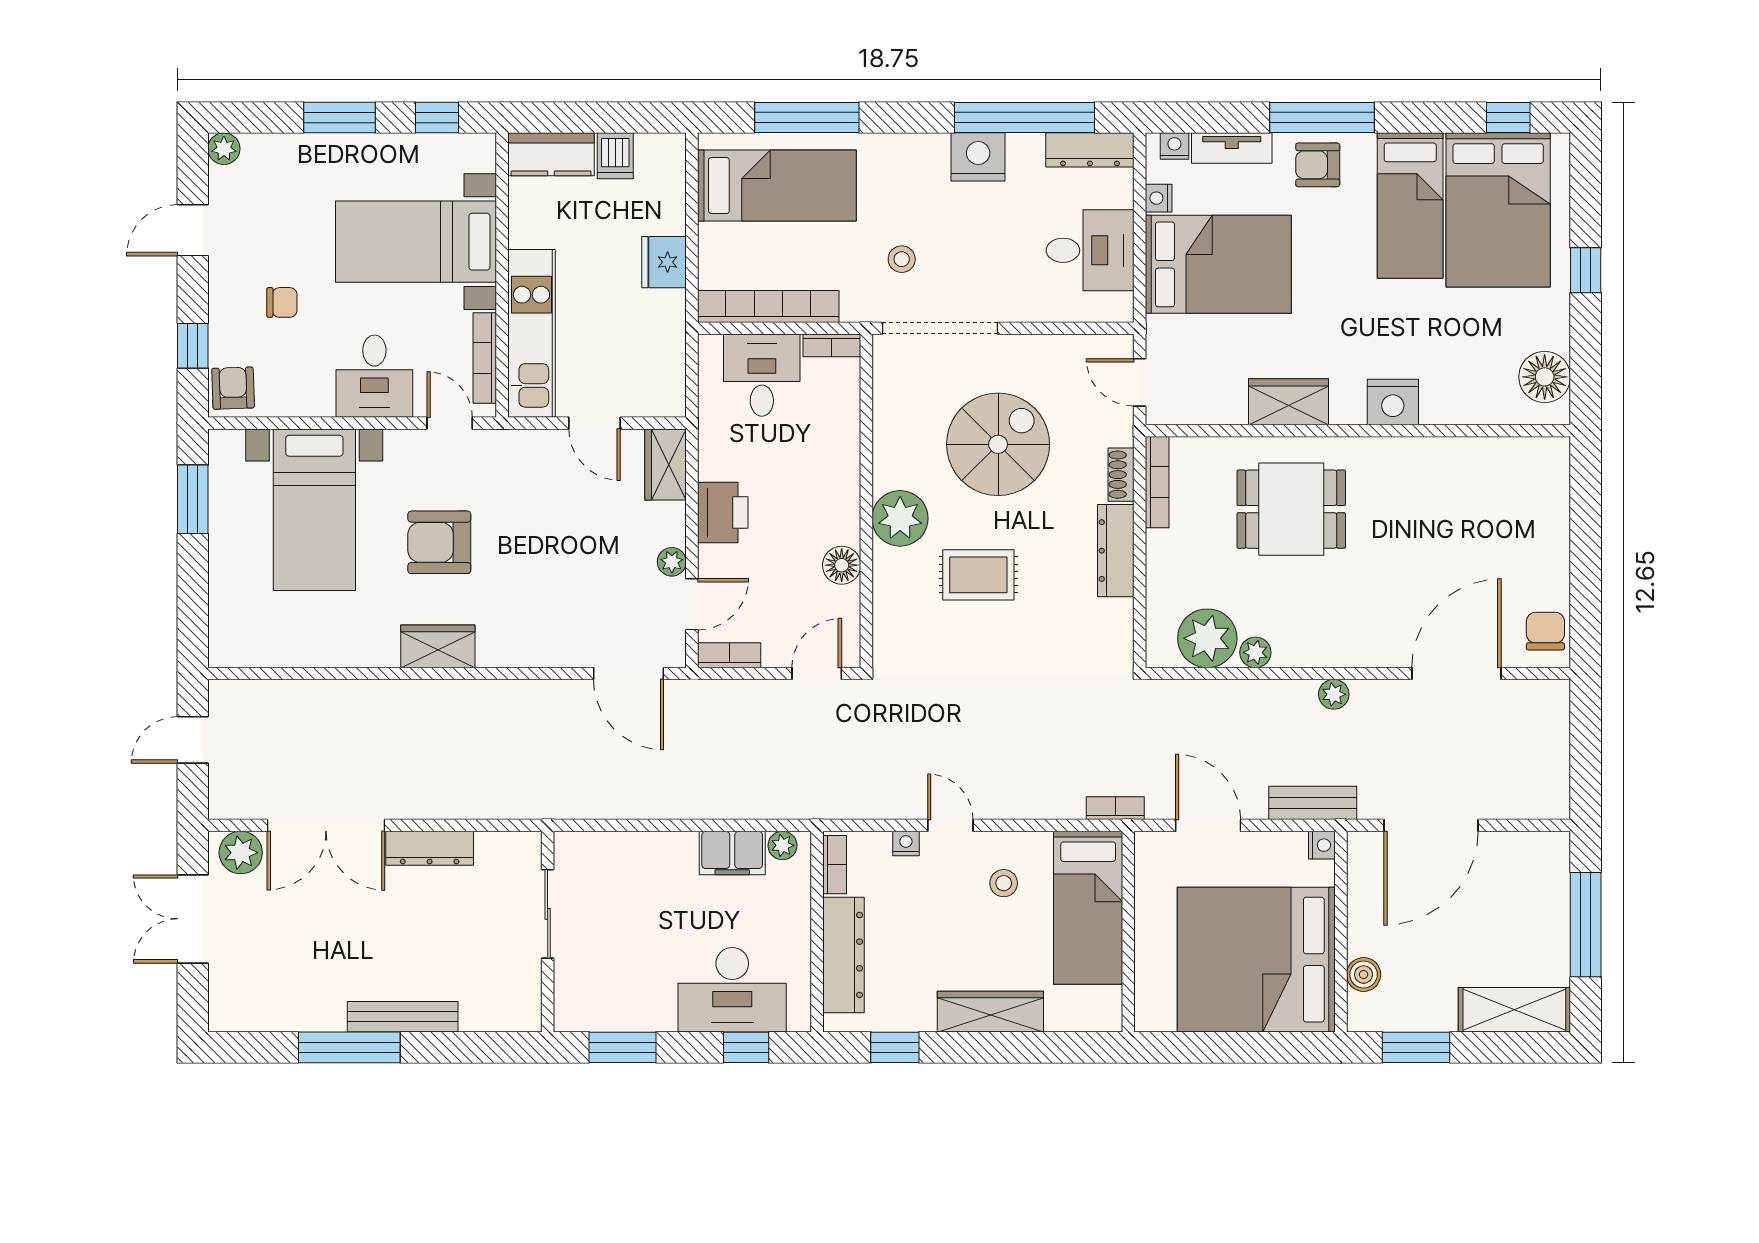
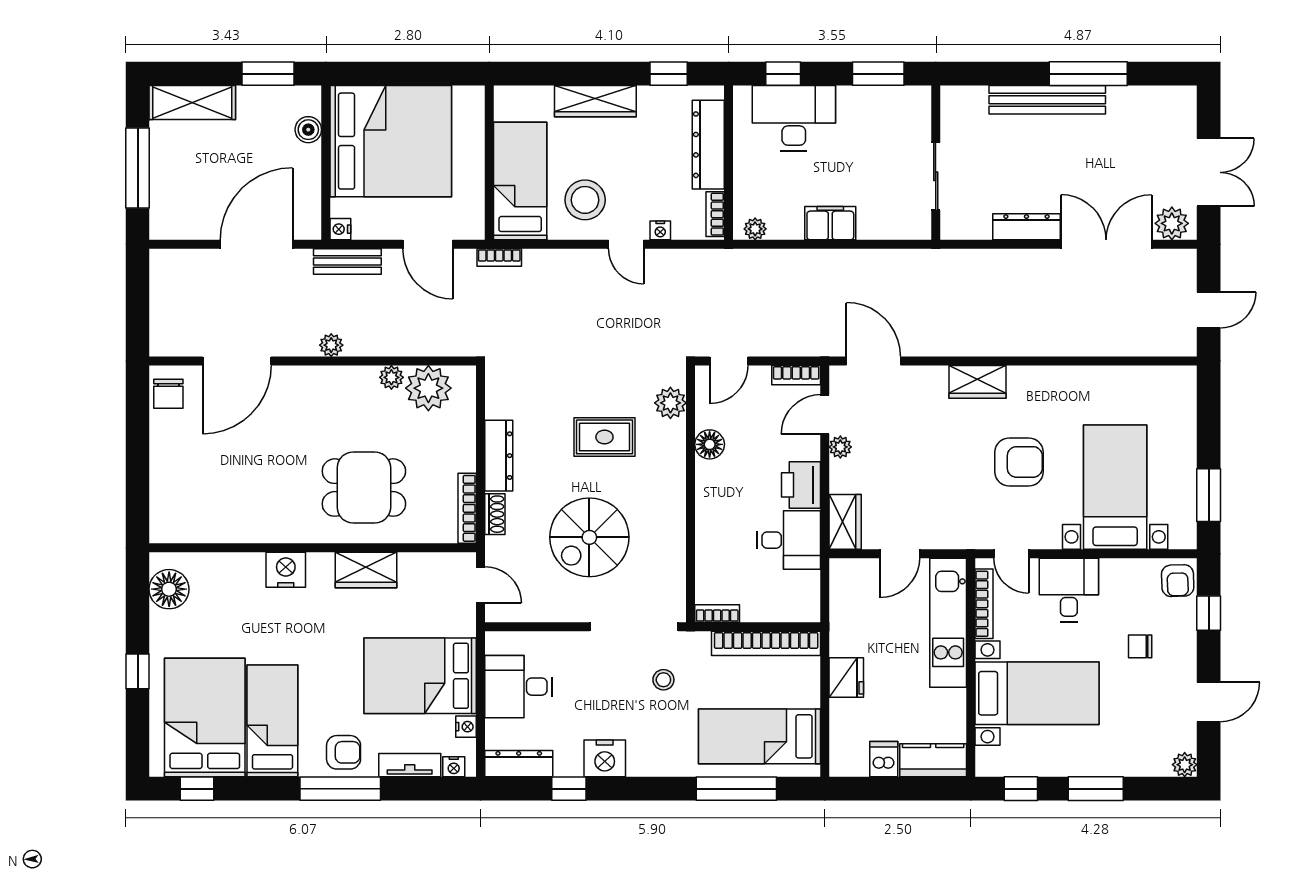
window: (1025, 118) -> (569, 789), width x0.32
desk: (762, 375) -> (789, 540), moved, turned -90
door: (594, 423) -> (900, 554), swing flipped
plant: (900, 518) -> (670, 403), moved, width x0.73, depth x0.73
wardrobe: (438, 646) -> (978, 382), moved
filing cabinet: (732, 853) -> (830, 223), moved
stool: (1004, 883) -> (585, 200), width x1.89, depth x1.89
bench: (403, 1017) -> (1047, 100), width x1.37, depth x1.21

